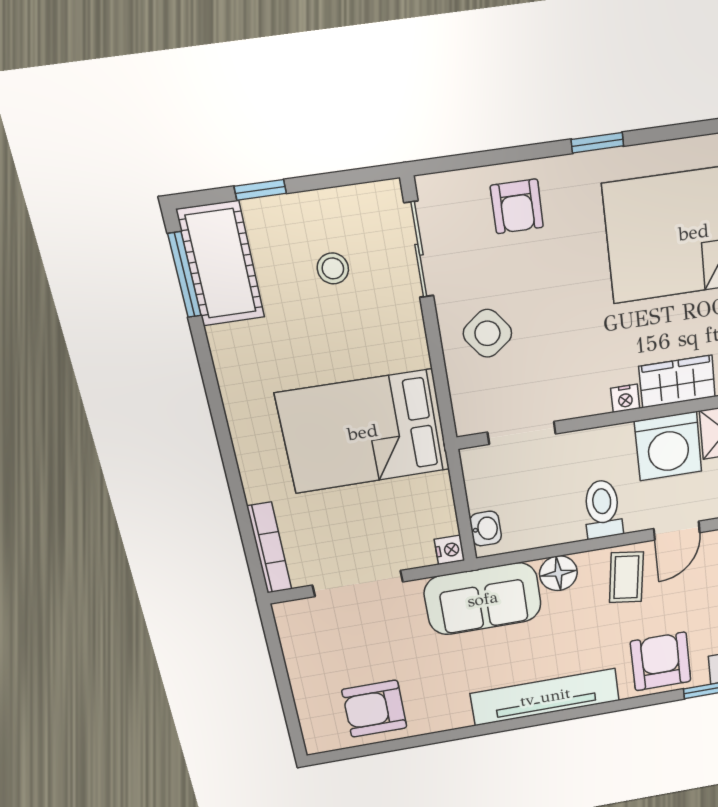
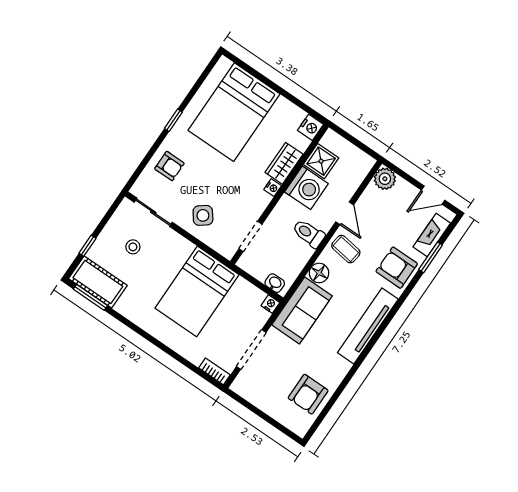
bookcase: (269, 548) -> (214, 371), width x0.64

